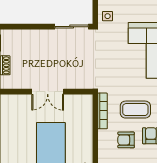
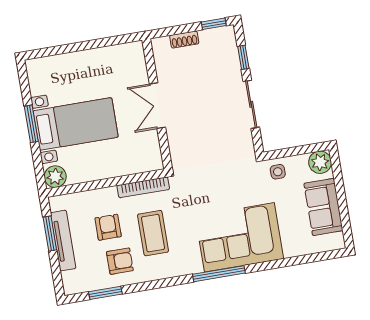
window: (24, 27) -> (243, 57), added
sliding door: (72, 27) -> (251, 104), moved

